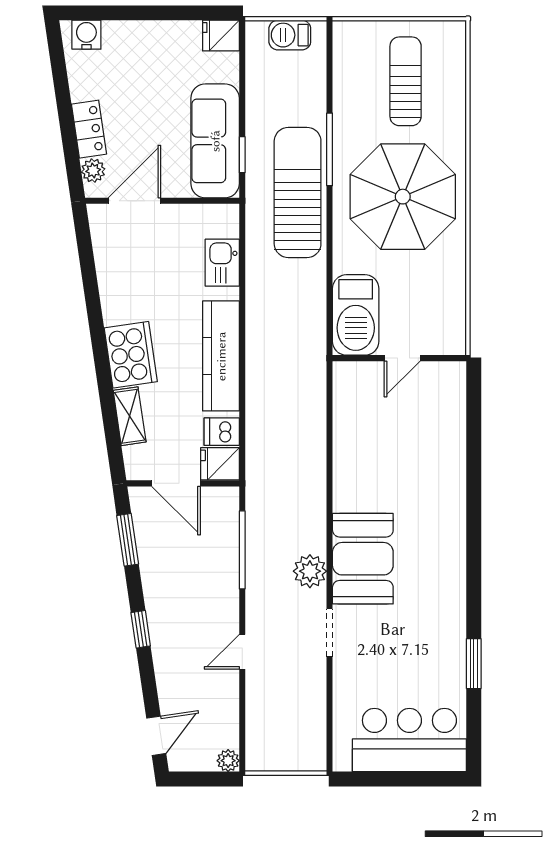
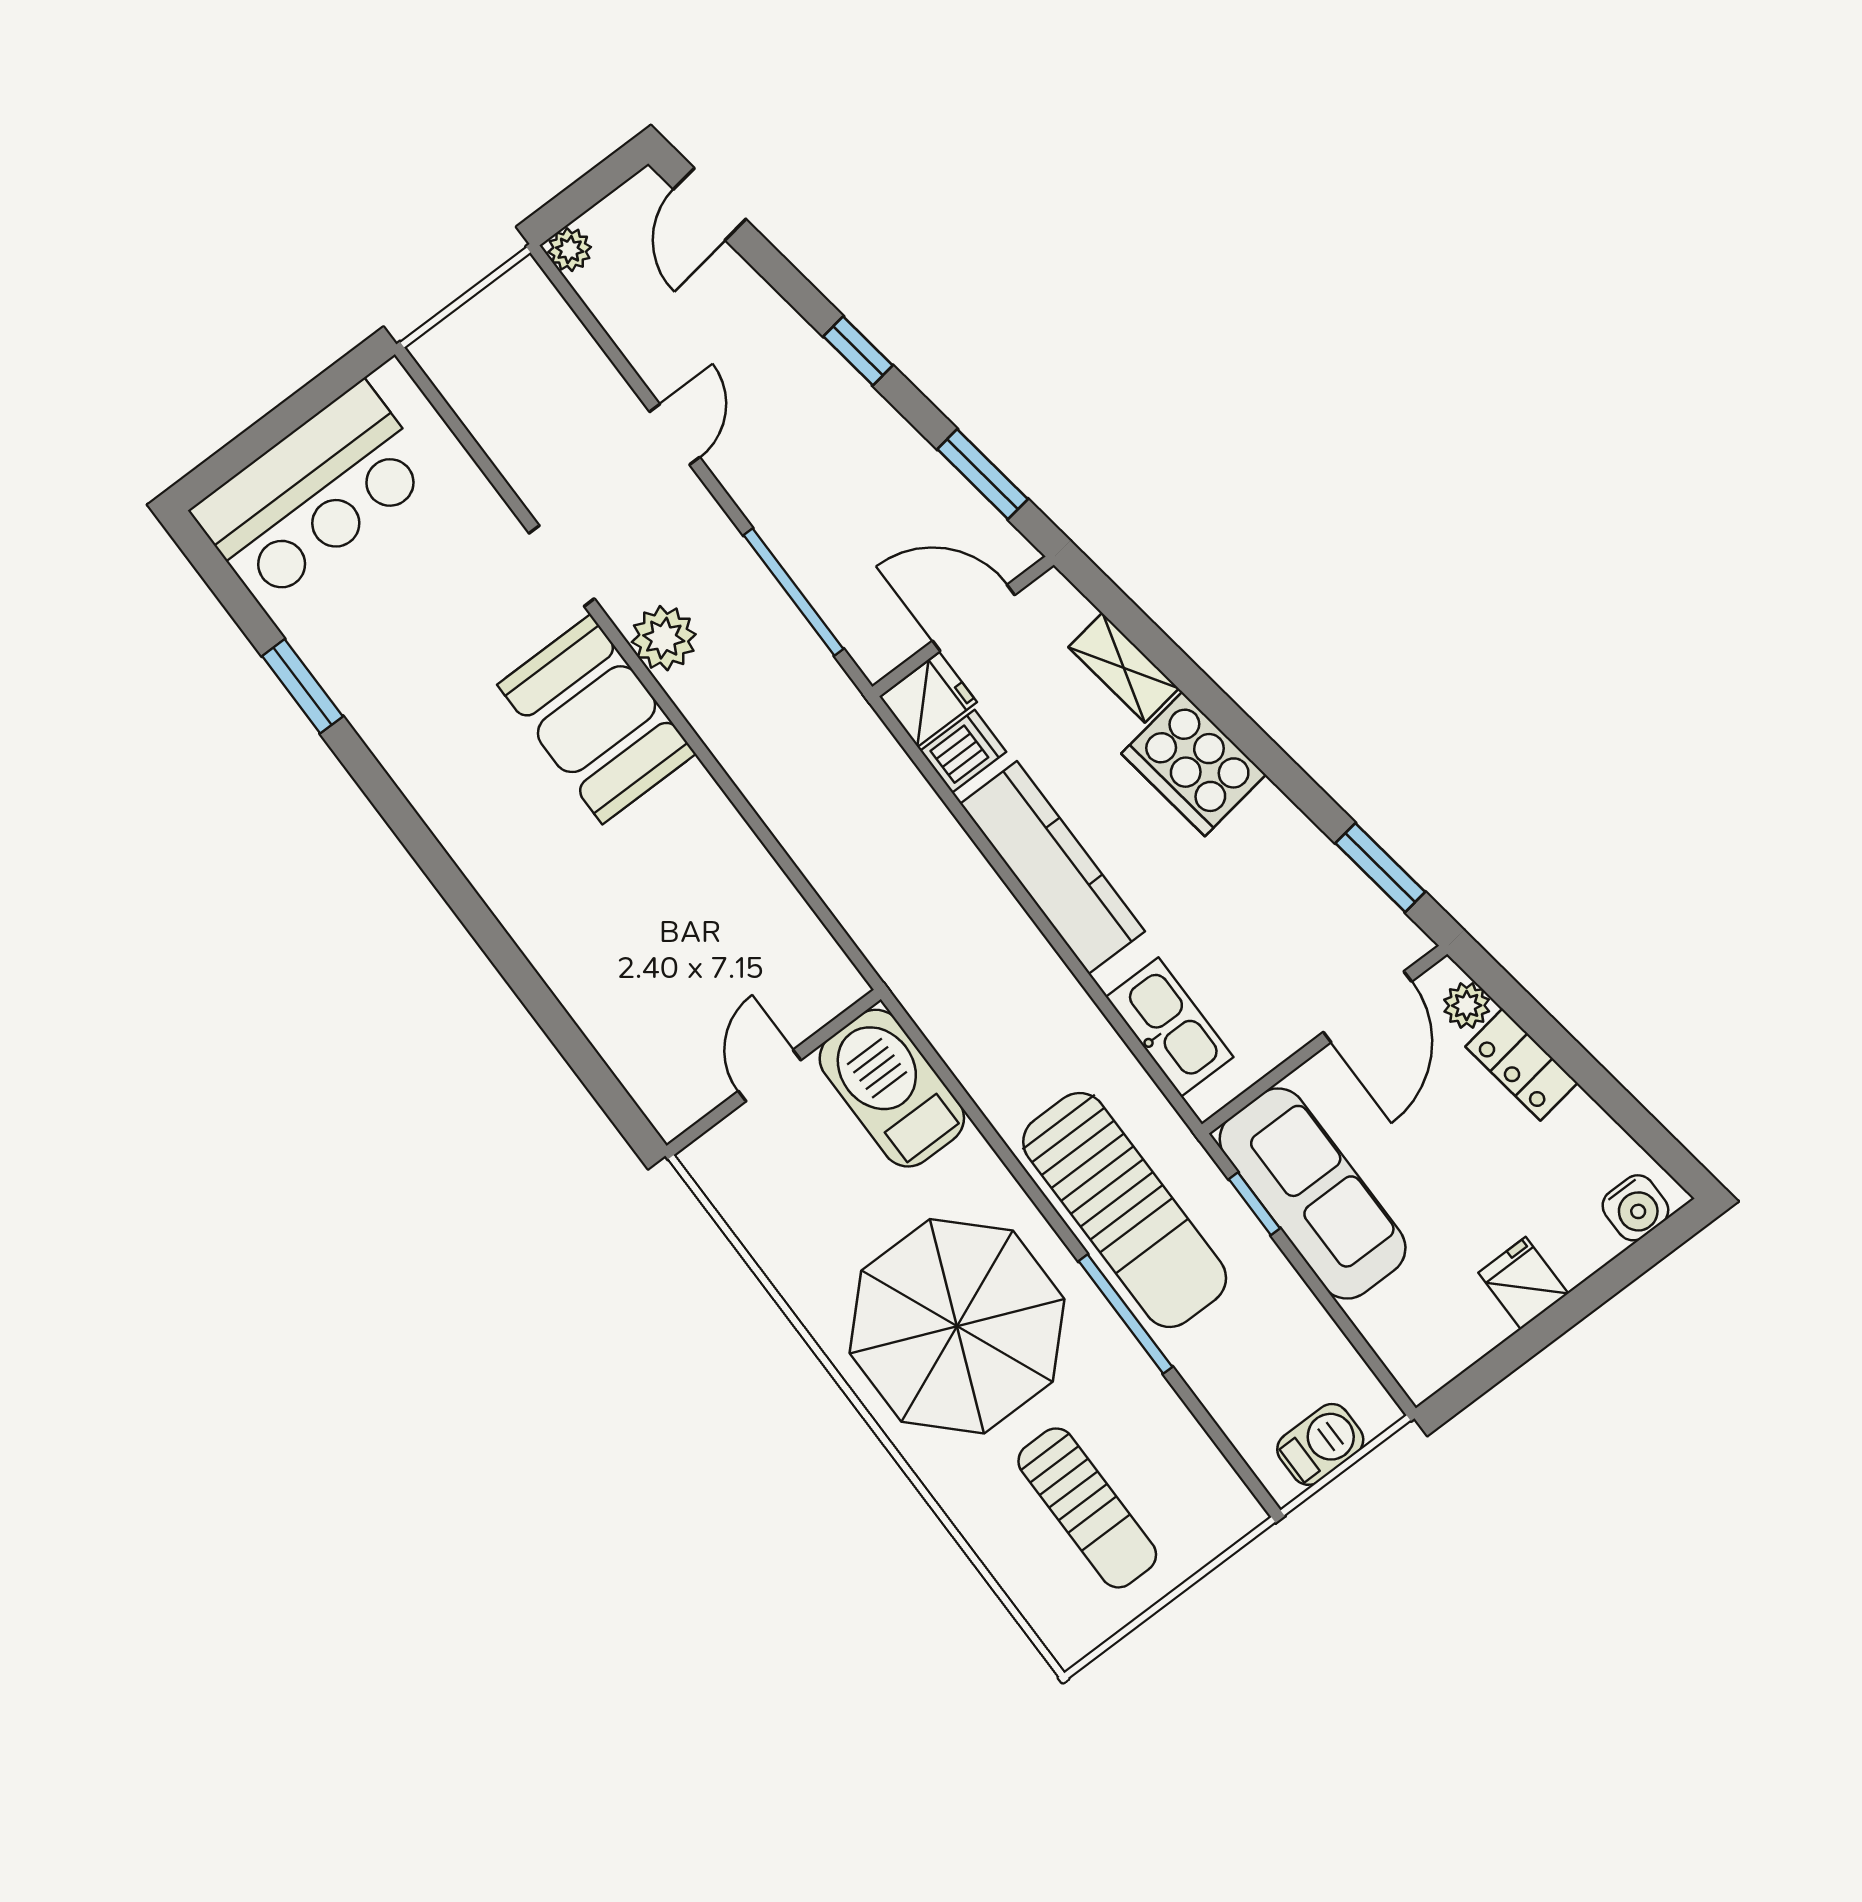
fridge: (221, 36) -> (1523, 1283), moved, turned -90
window: (86, 254) -> (1380, 868), added
kitchen sink: (222, 263) -> (1170, 1027), width x1.38

